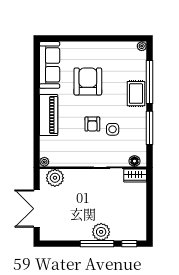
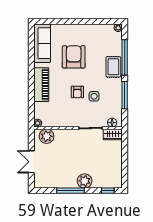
double door: (37, 209) -> (31, 162), width x0.73
window: (97, 244) -> (71, 191), moved

